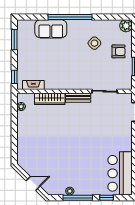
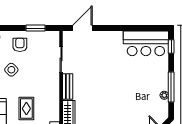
rug: (57, 58) -> (26, 109), added
window: (107, 198) -> (171, 47), moved

